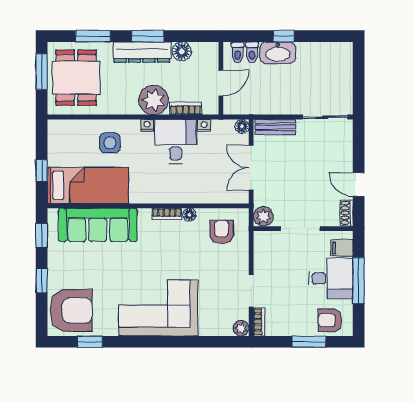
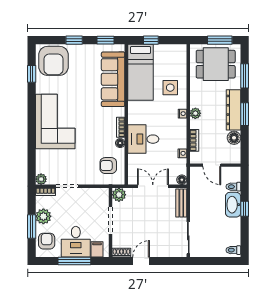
toilet: (238, 52) -> (233, 250), moved
plant: (154, 100) -> (195, 113), width x0.53, depth x0.53
desk: (175, 141) -> (143, 139), moved, turned 180
armchair: (222, 232) -> (108, 166), turned 180
plant: (295, 325) -> (43, 216), added

